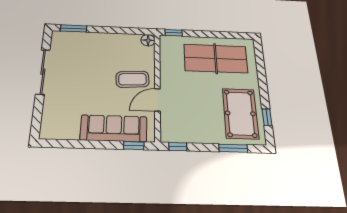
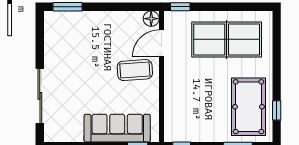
sliding door: (43, 72) -> (40, 96), moved
door: (157, 100) -> (161, 43), moved

